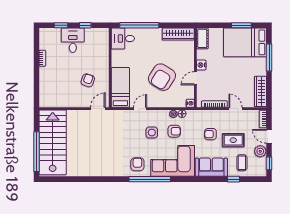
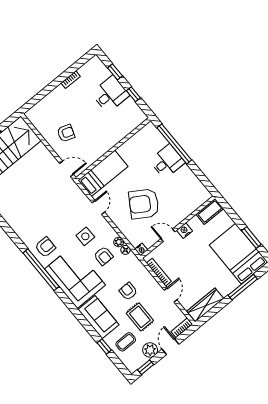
wardrobe: (178, 34) -> (196, 186), removed
desk: (123, 39) -> (167, 161), moved, turned 90
armchair: (88, 80) -> (66, 133), moved
door: (140, 109) -> (98, 207), hinge flipped

